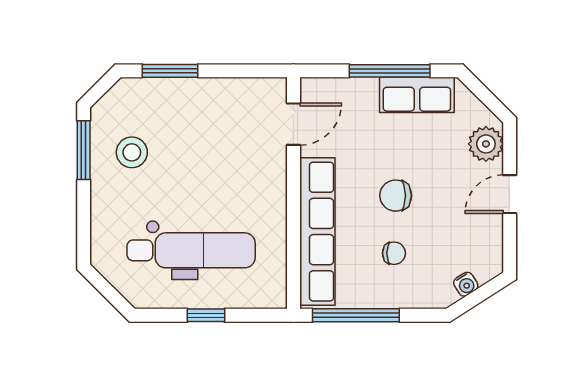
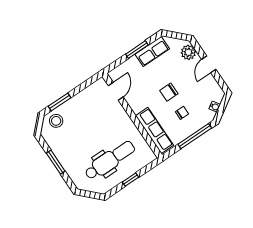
window: (390, 71) -> (137, 50), width x0.69
window: (84, 150) -> (56, 162), moved
stool: (132, 152) -> (56, 121), moved
row of seats: (317, 232) -> (154, 130), width x0.73
window: (356, 315) -> (195, 136), moved

